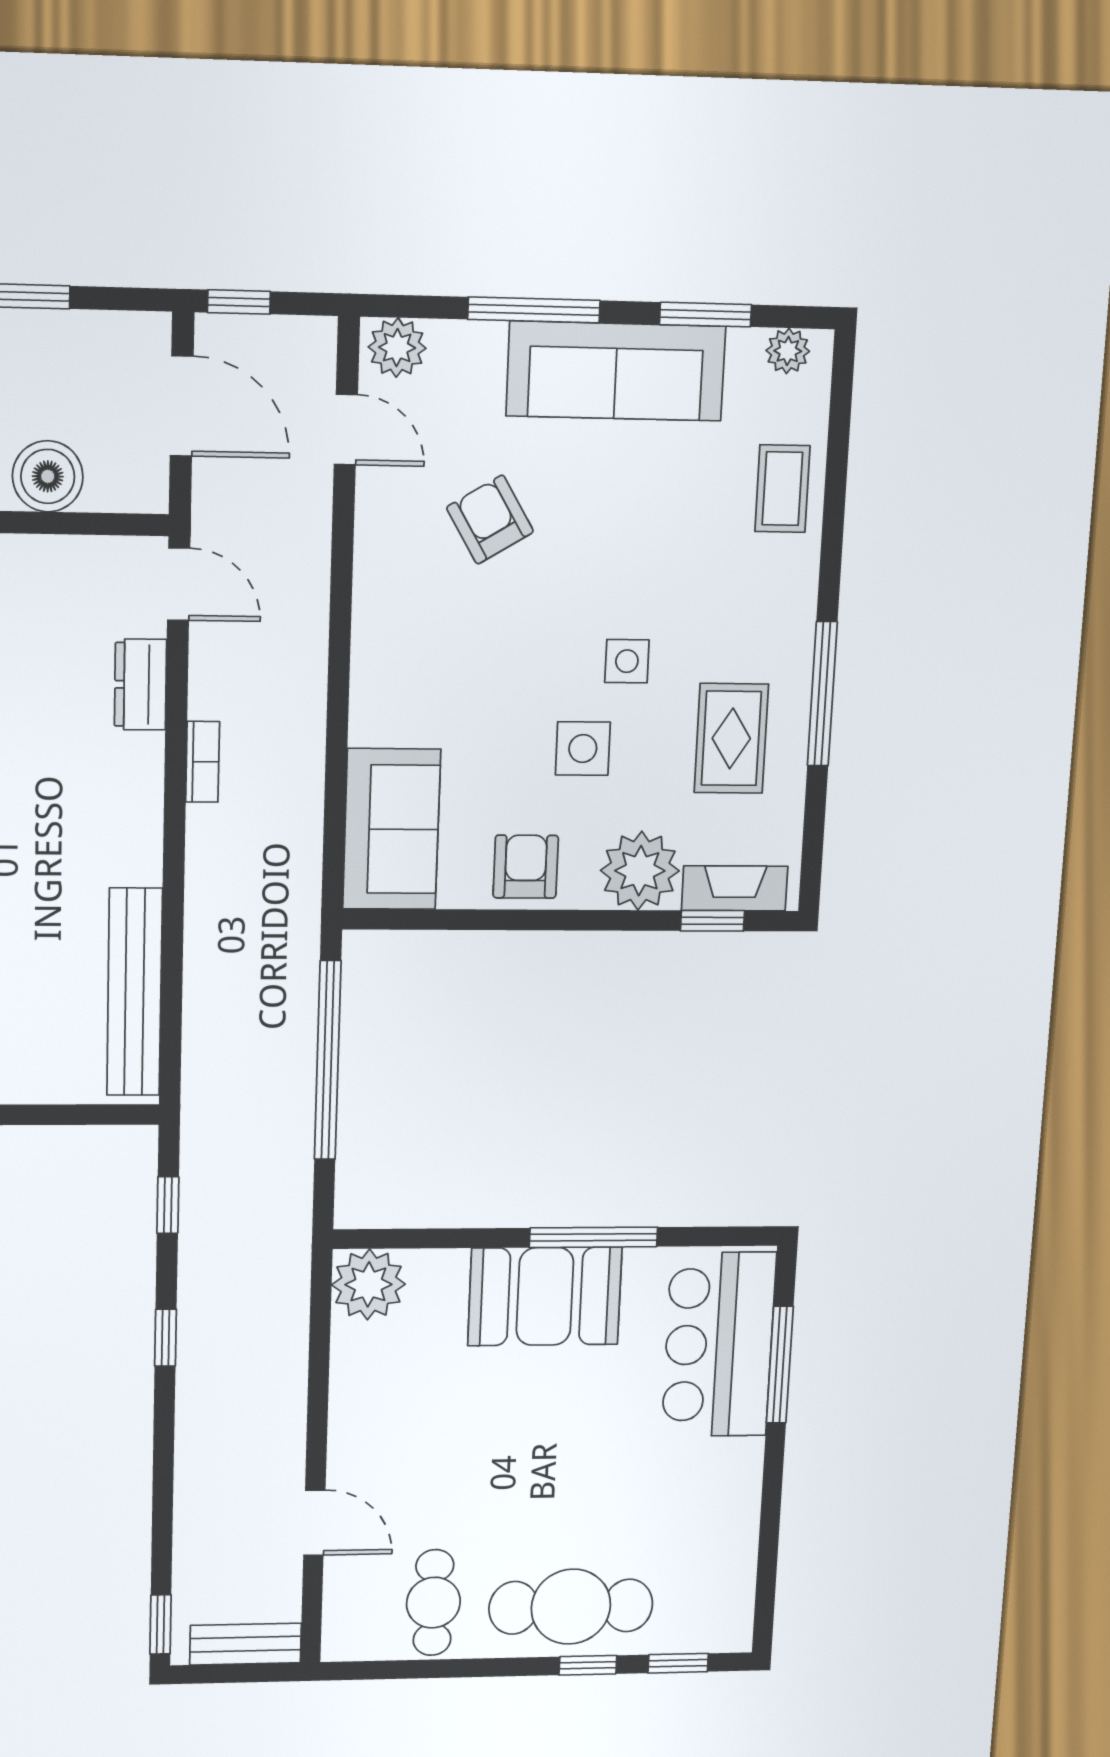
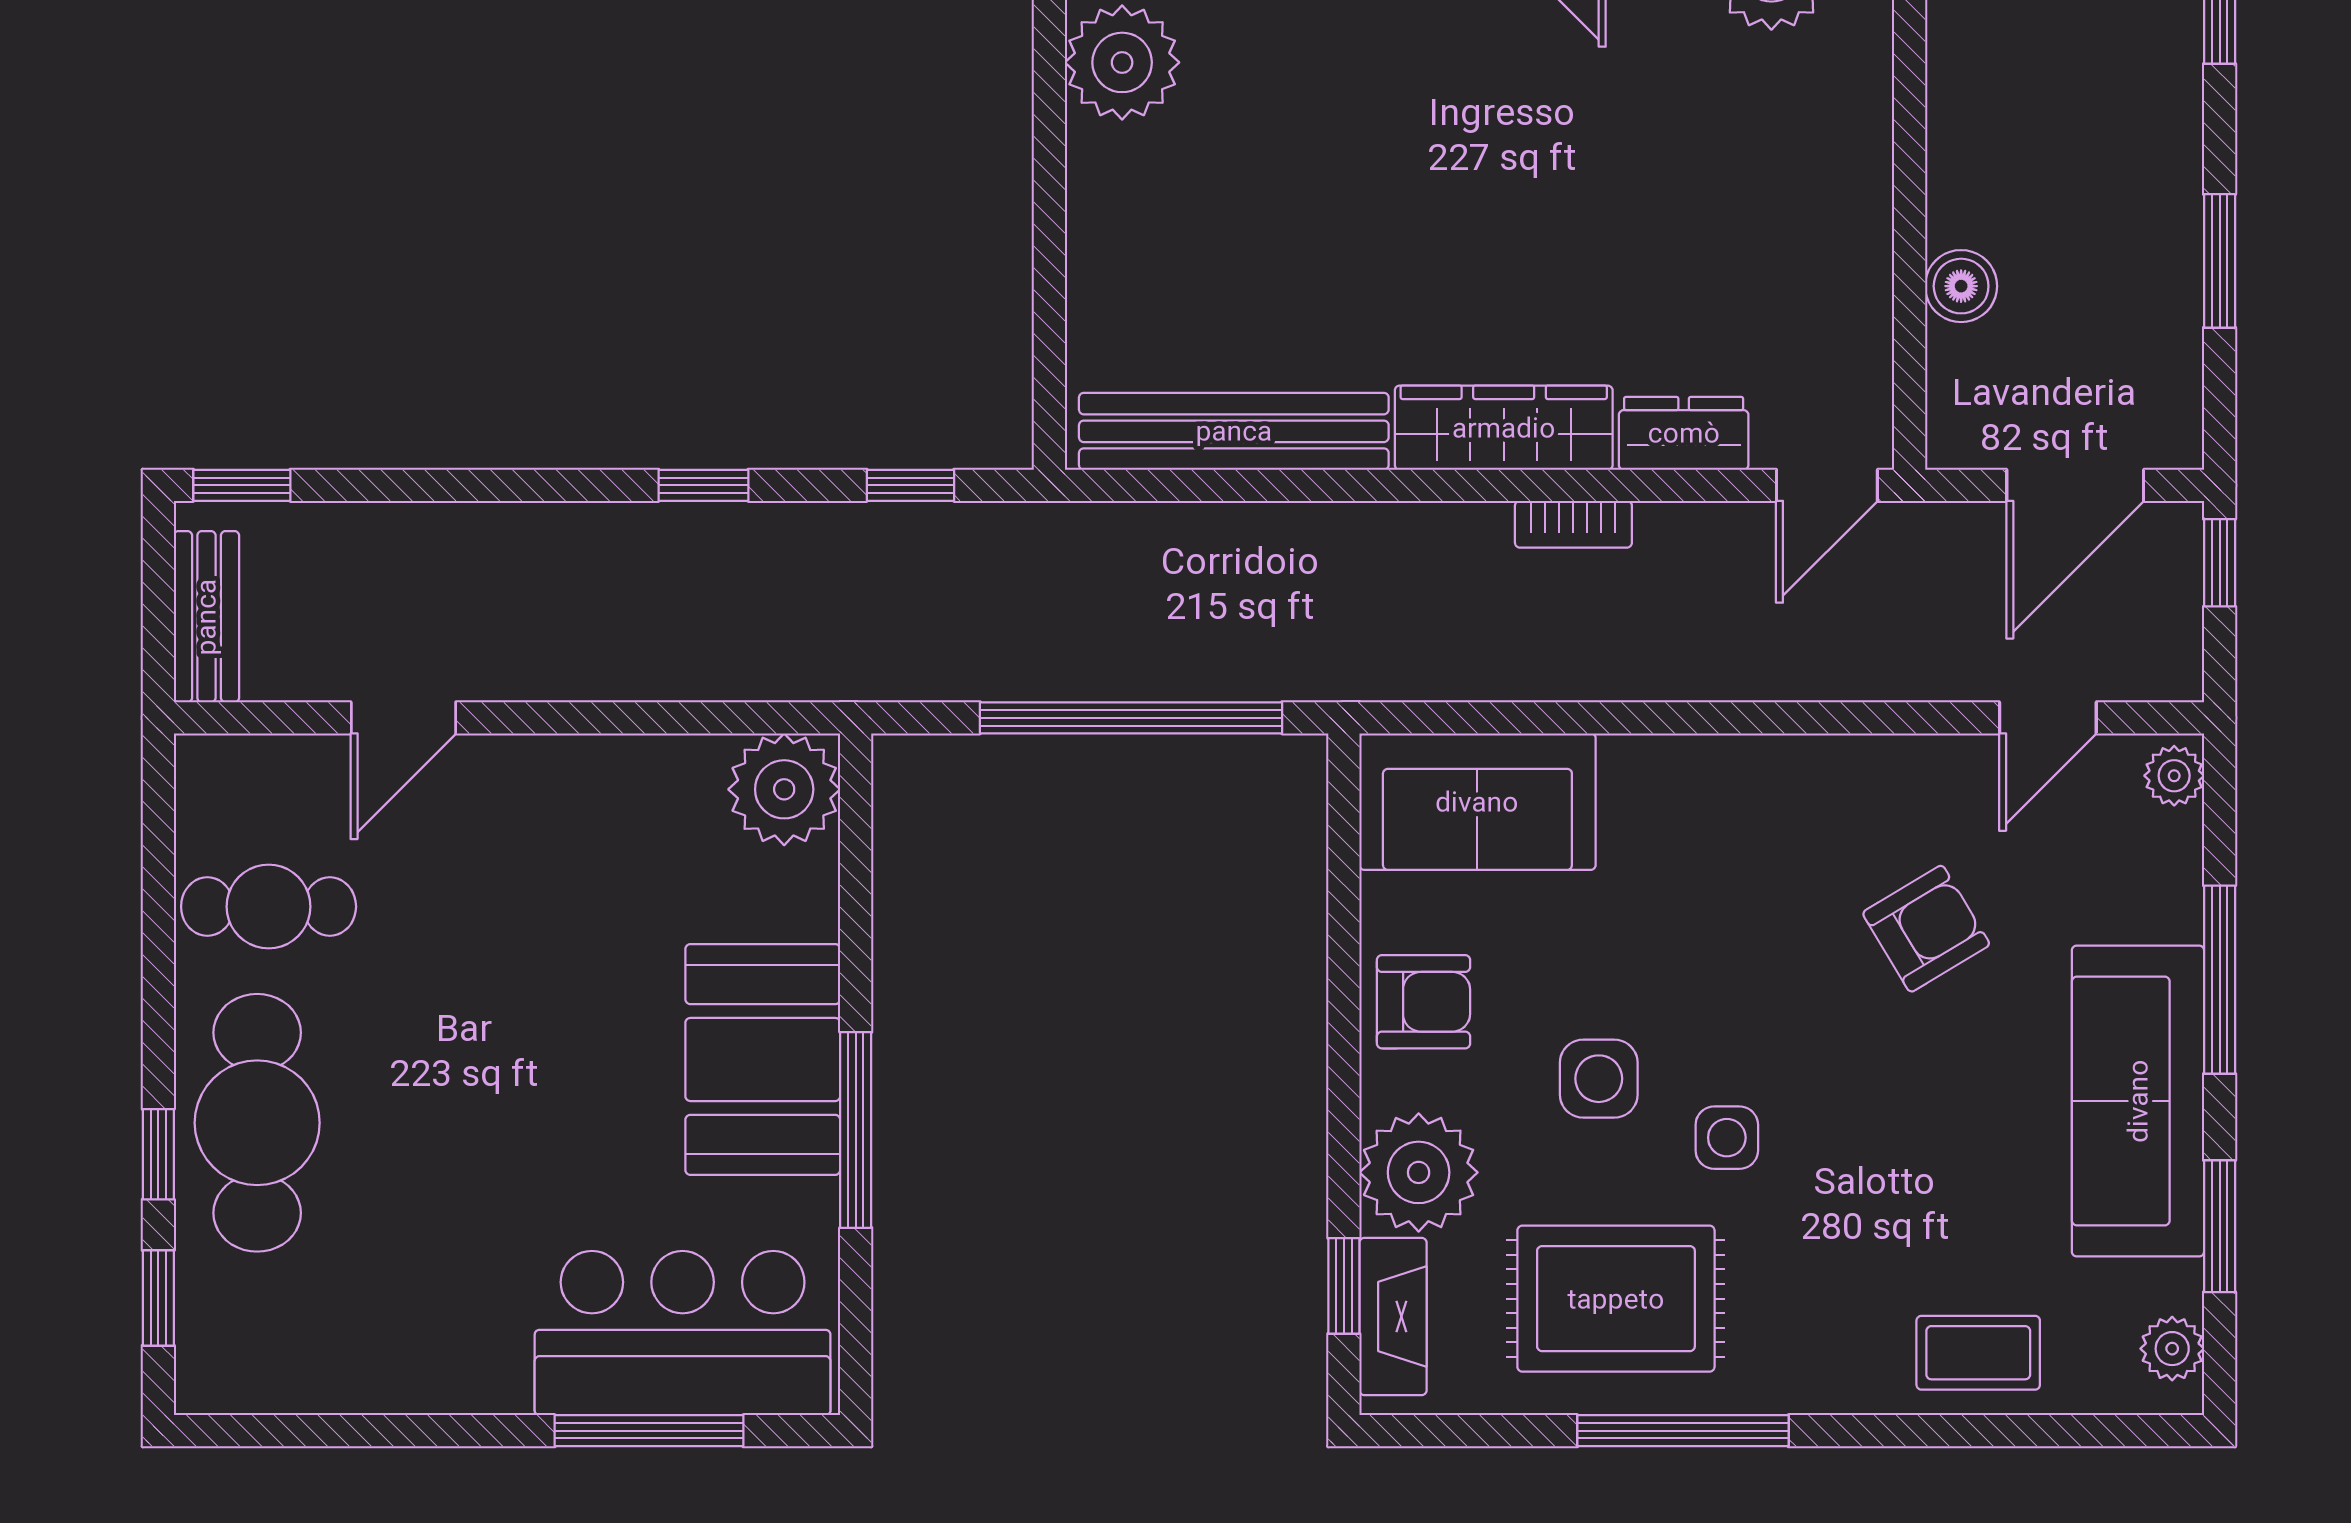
plant: (397, 348) -> (2174, 776), width x0.73, depth x0.73
boiler: (48, 476) -> (1961, 286), width x0.73, depth x0.73
rug: (731, 738) -> (1616, 1299), width x1.36, depth x1.43
wardrobe: (135, 809) -> (1504, 428), added

